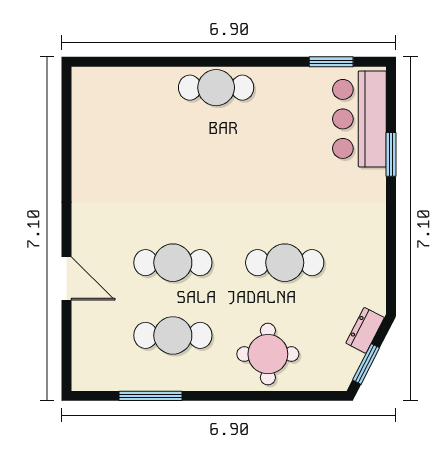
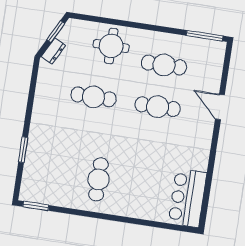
window: (331, 62) -> (36, 206), moved
cafe table: (216, 88) -> (98, 179), moved, turned 90
bar counter: (359, 119) -> (187, 198), moved, turned 180
window: (150, 396) -> (205, 36), moved

